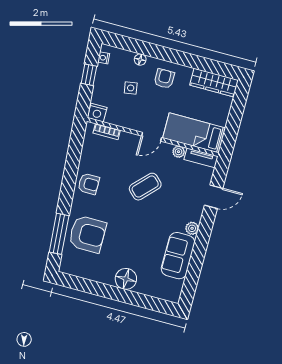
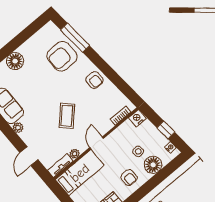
floor lamp: (140, 60) -> (153, 165), width x1.89, depth x1.89
armchair: (89, 184) -> (94, 80), turned -90

